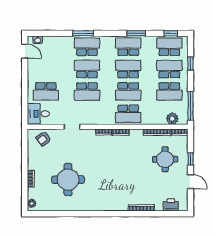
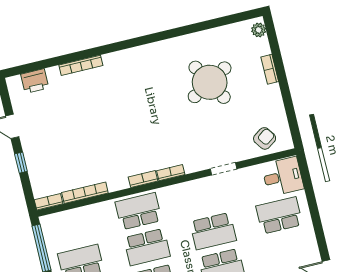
school desk: (87, 91) -> (213, 231), turned 180
school desk: (128, 91) -> (147, 247), turned 180
plant: (172, 119) -> (66, 221), removed
round table: (165, 159) -> (62, 152), removed
round table: (68, 180) -> (210, 82), turned -30

